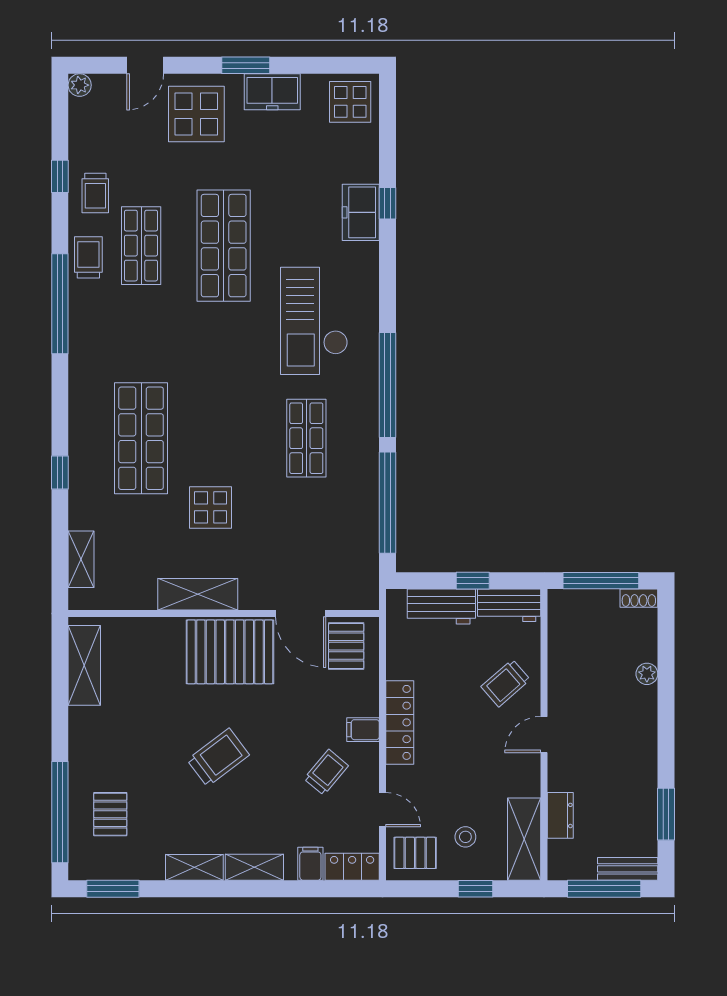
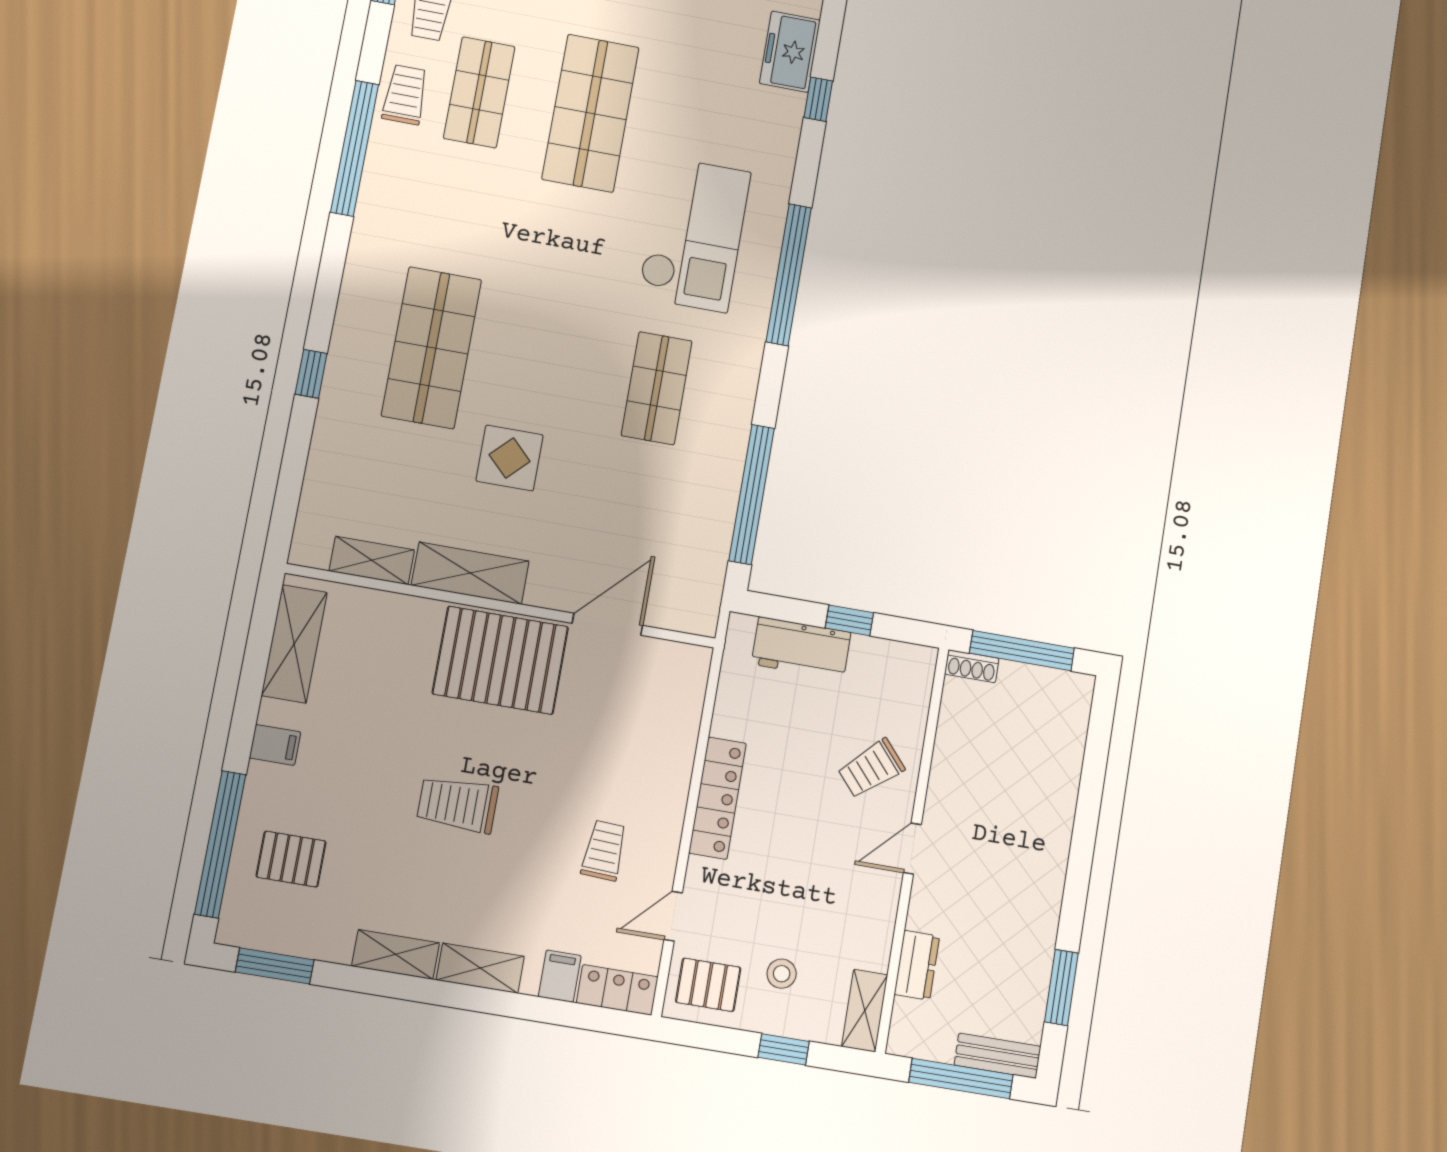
freezer: (361, 212) -> (790, 52), moved
checkout: (314, 321) -> (694, 234), turned 180
window: (387, 385) -> (789, 275), moved
shelving: (81, 559) -> (372, 560), moved, turned 90
shoe rack: (639, 598) -> (972, 666), moved
workbench: (509, 605) -> (893, 663), removed
door: (301, 613) -> (607, 624), swing flipped
pallet: (346, 646) -> (662, 680), removed
plant: (647, 674) -> (1065, 789), removed
filing cabinet: (363, 730) -> (275, 745), moved, turned 180
trolley: (218, 757) -> (458, 804), turned -143
trolley: (326, 772) -> (604, 850), turned -37
door: (382, 810) -> (673, 916), swing flipped
pallet: (110, 814) -> (291, 859), turned 90
shelving: (524, 839) -> (865, 1011), width x0.67, depth x0.75

